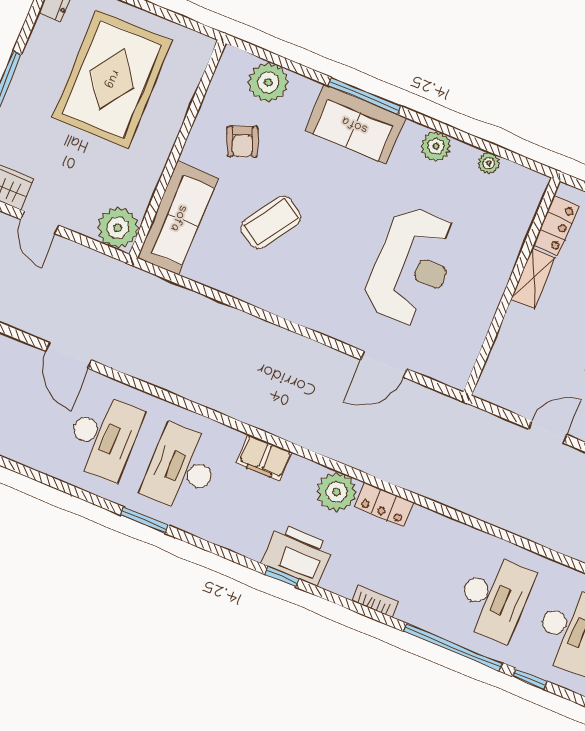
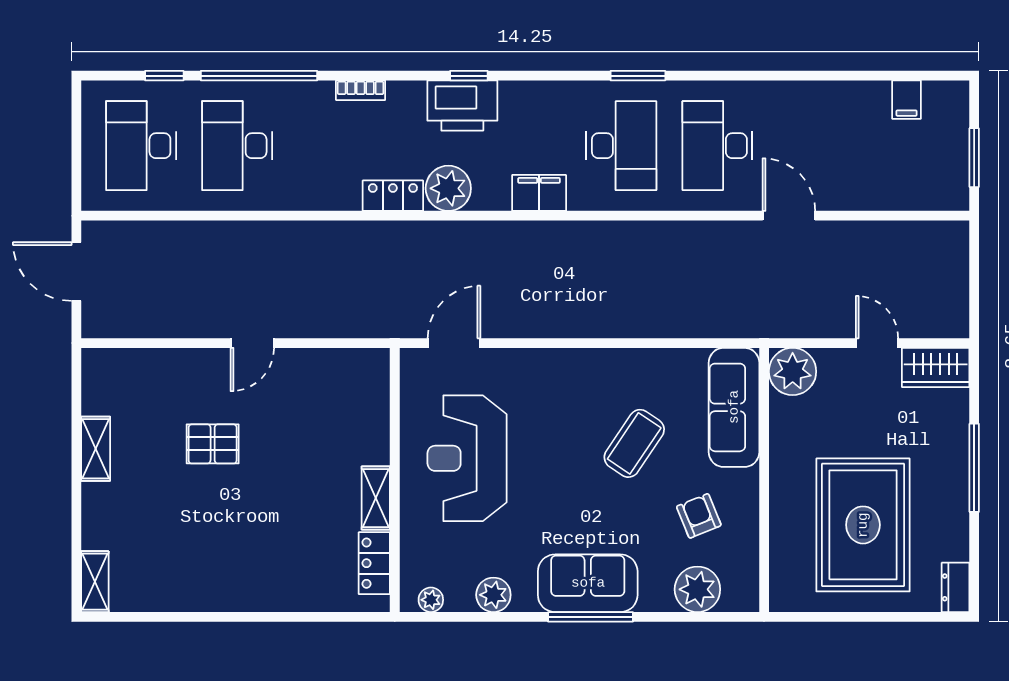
locker: (556, 226) -> (374, 563), moved
shelving: (533, 278) -> (376, 498), moved
wall: (511, 287) -> (395, 480), moved

